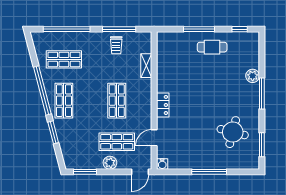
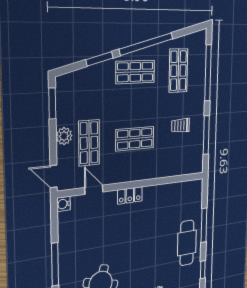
trolley: (116, 45) -> (180, 126), moved
cafe table: (212, 47) -> (187, 243), width x1.37, depth x1.35
shelving: (146, 66) -> (170, 171), removed

